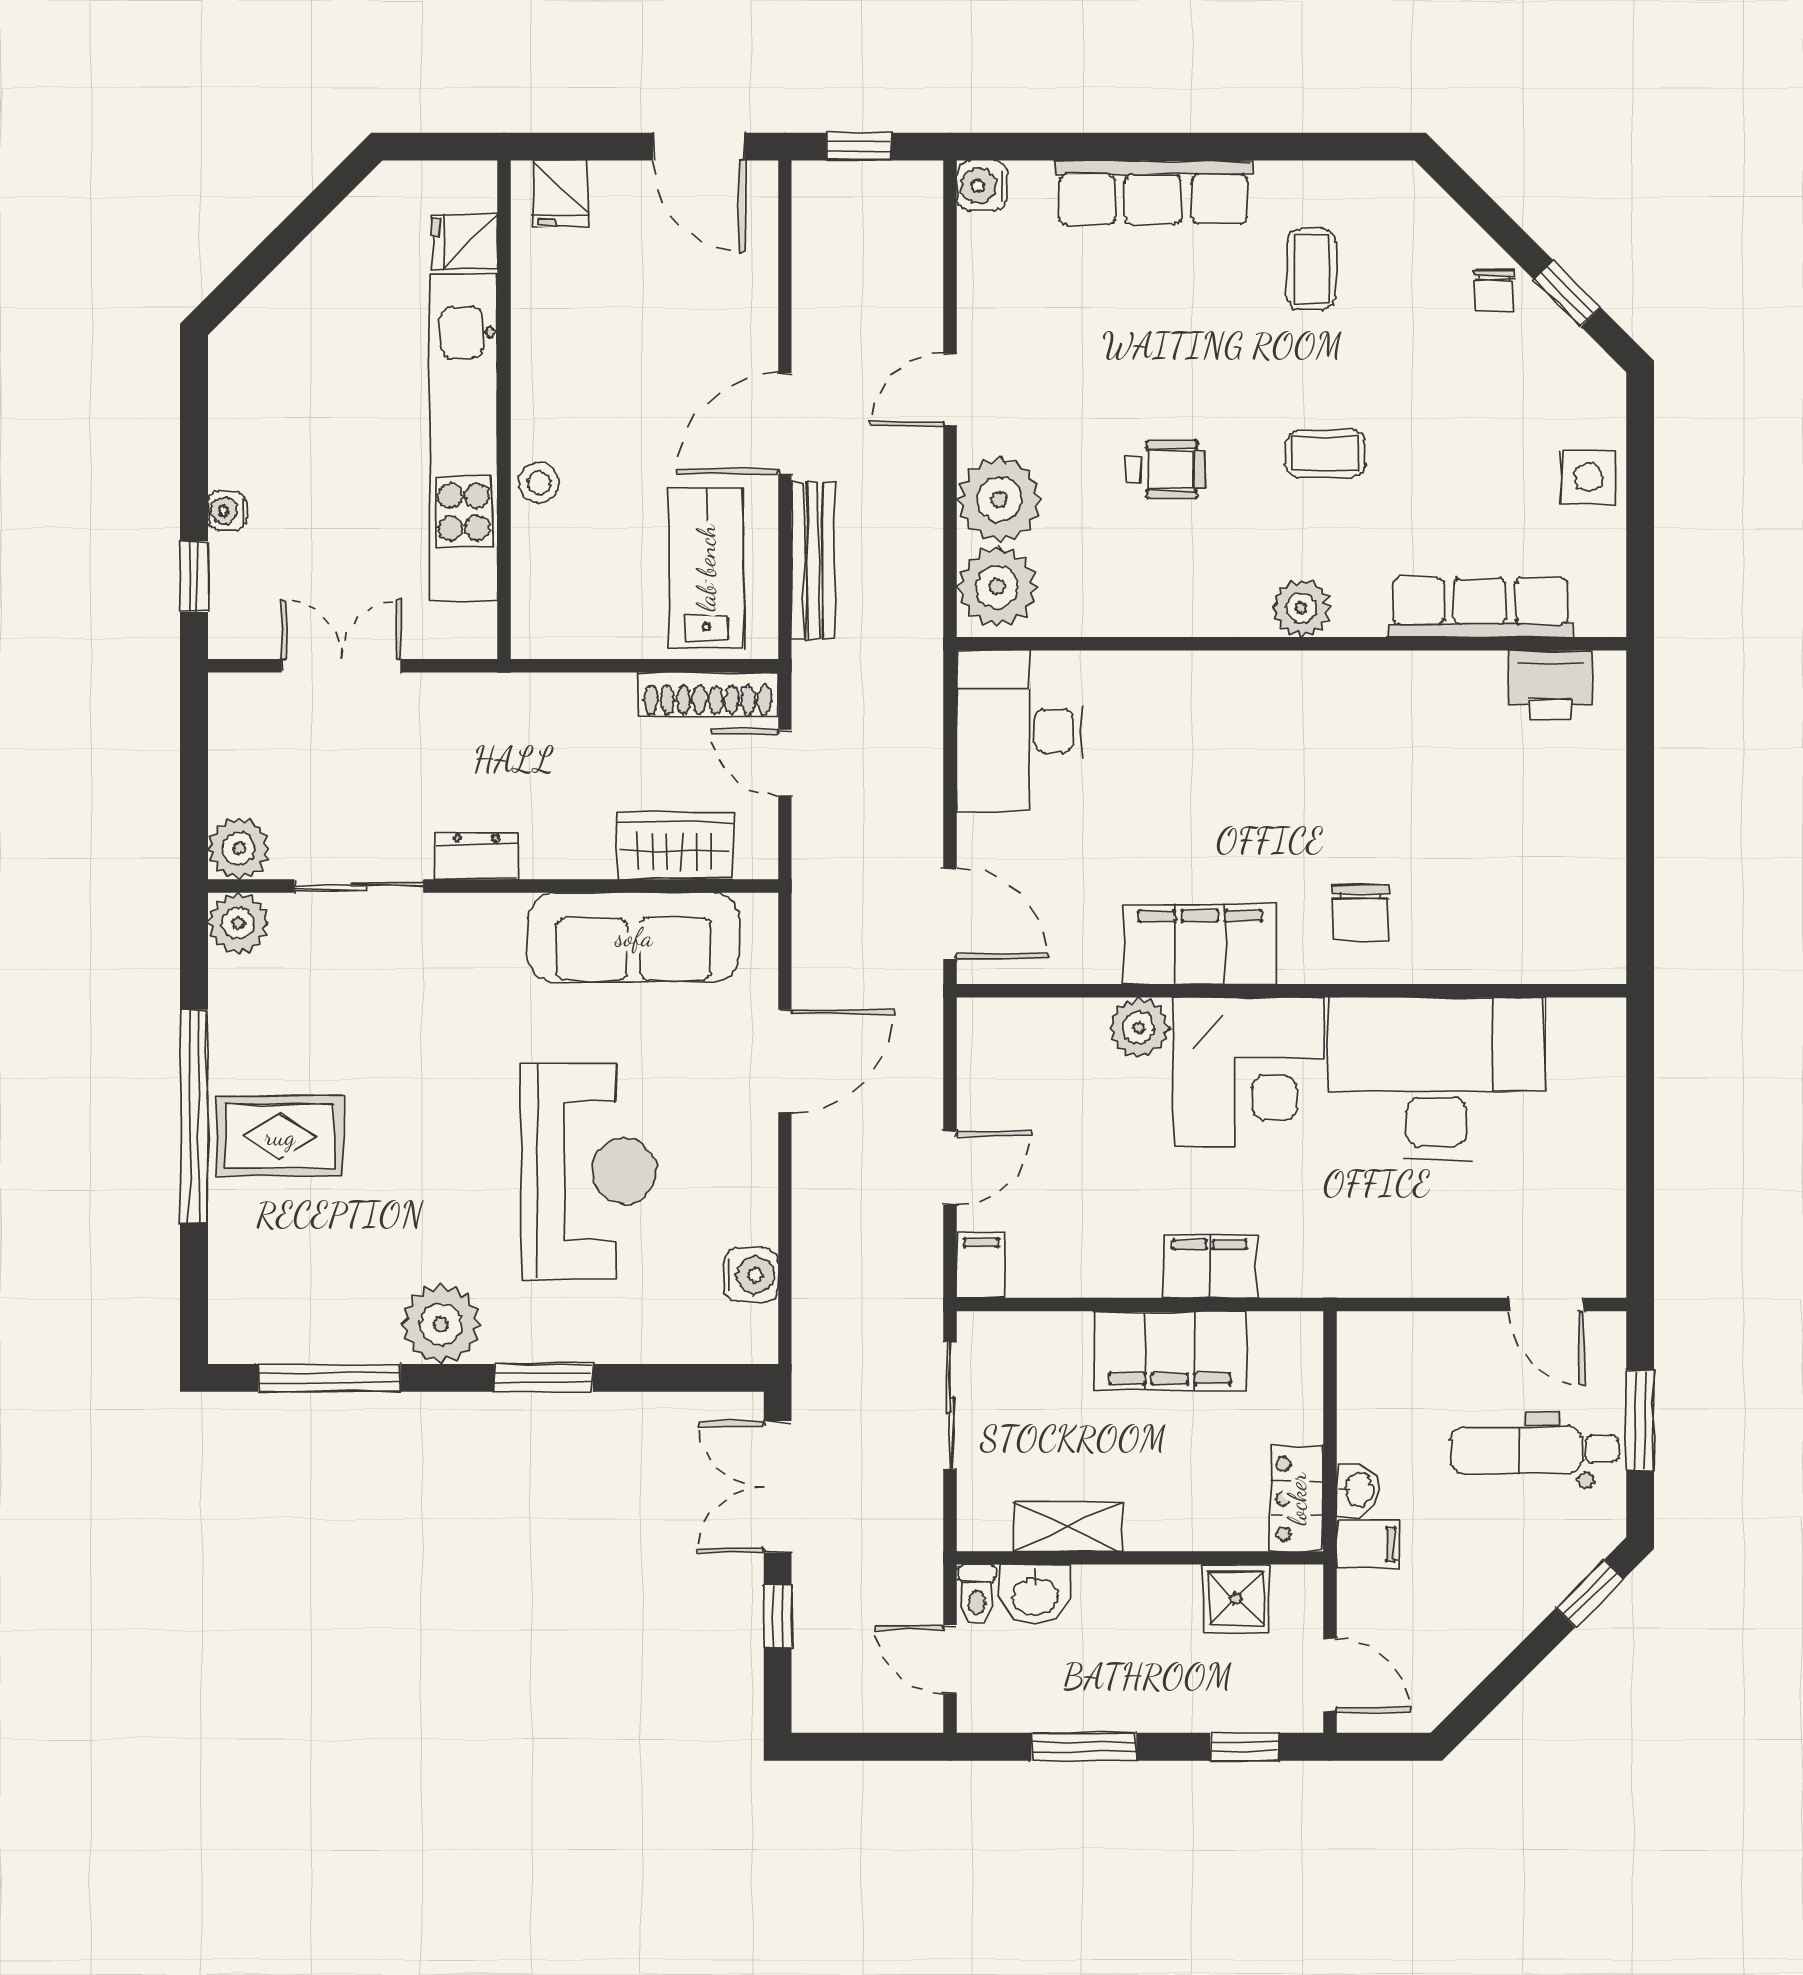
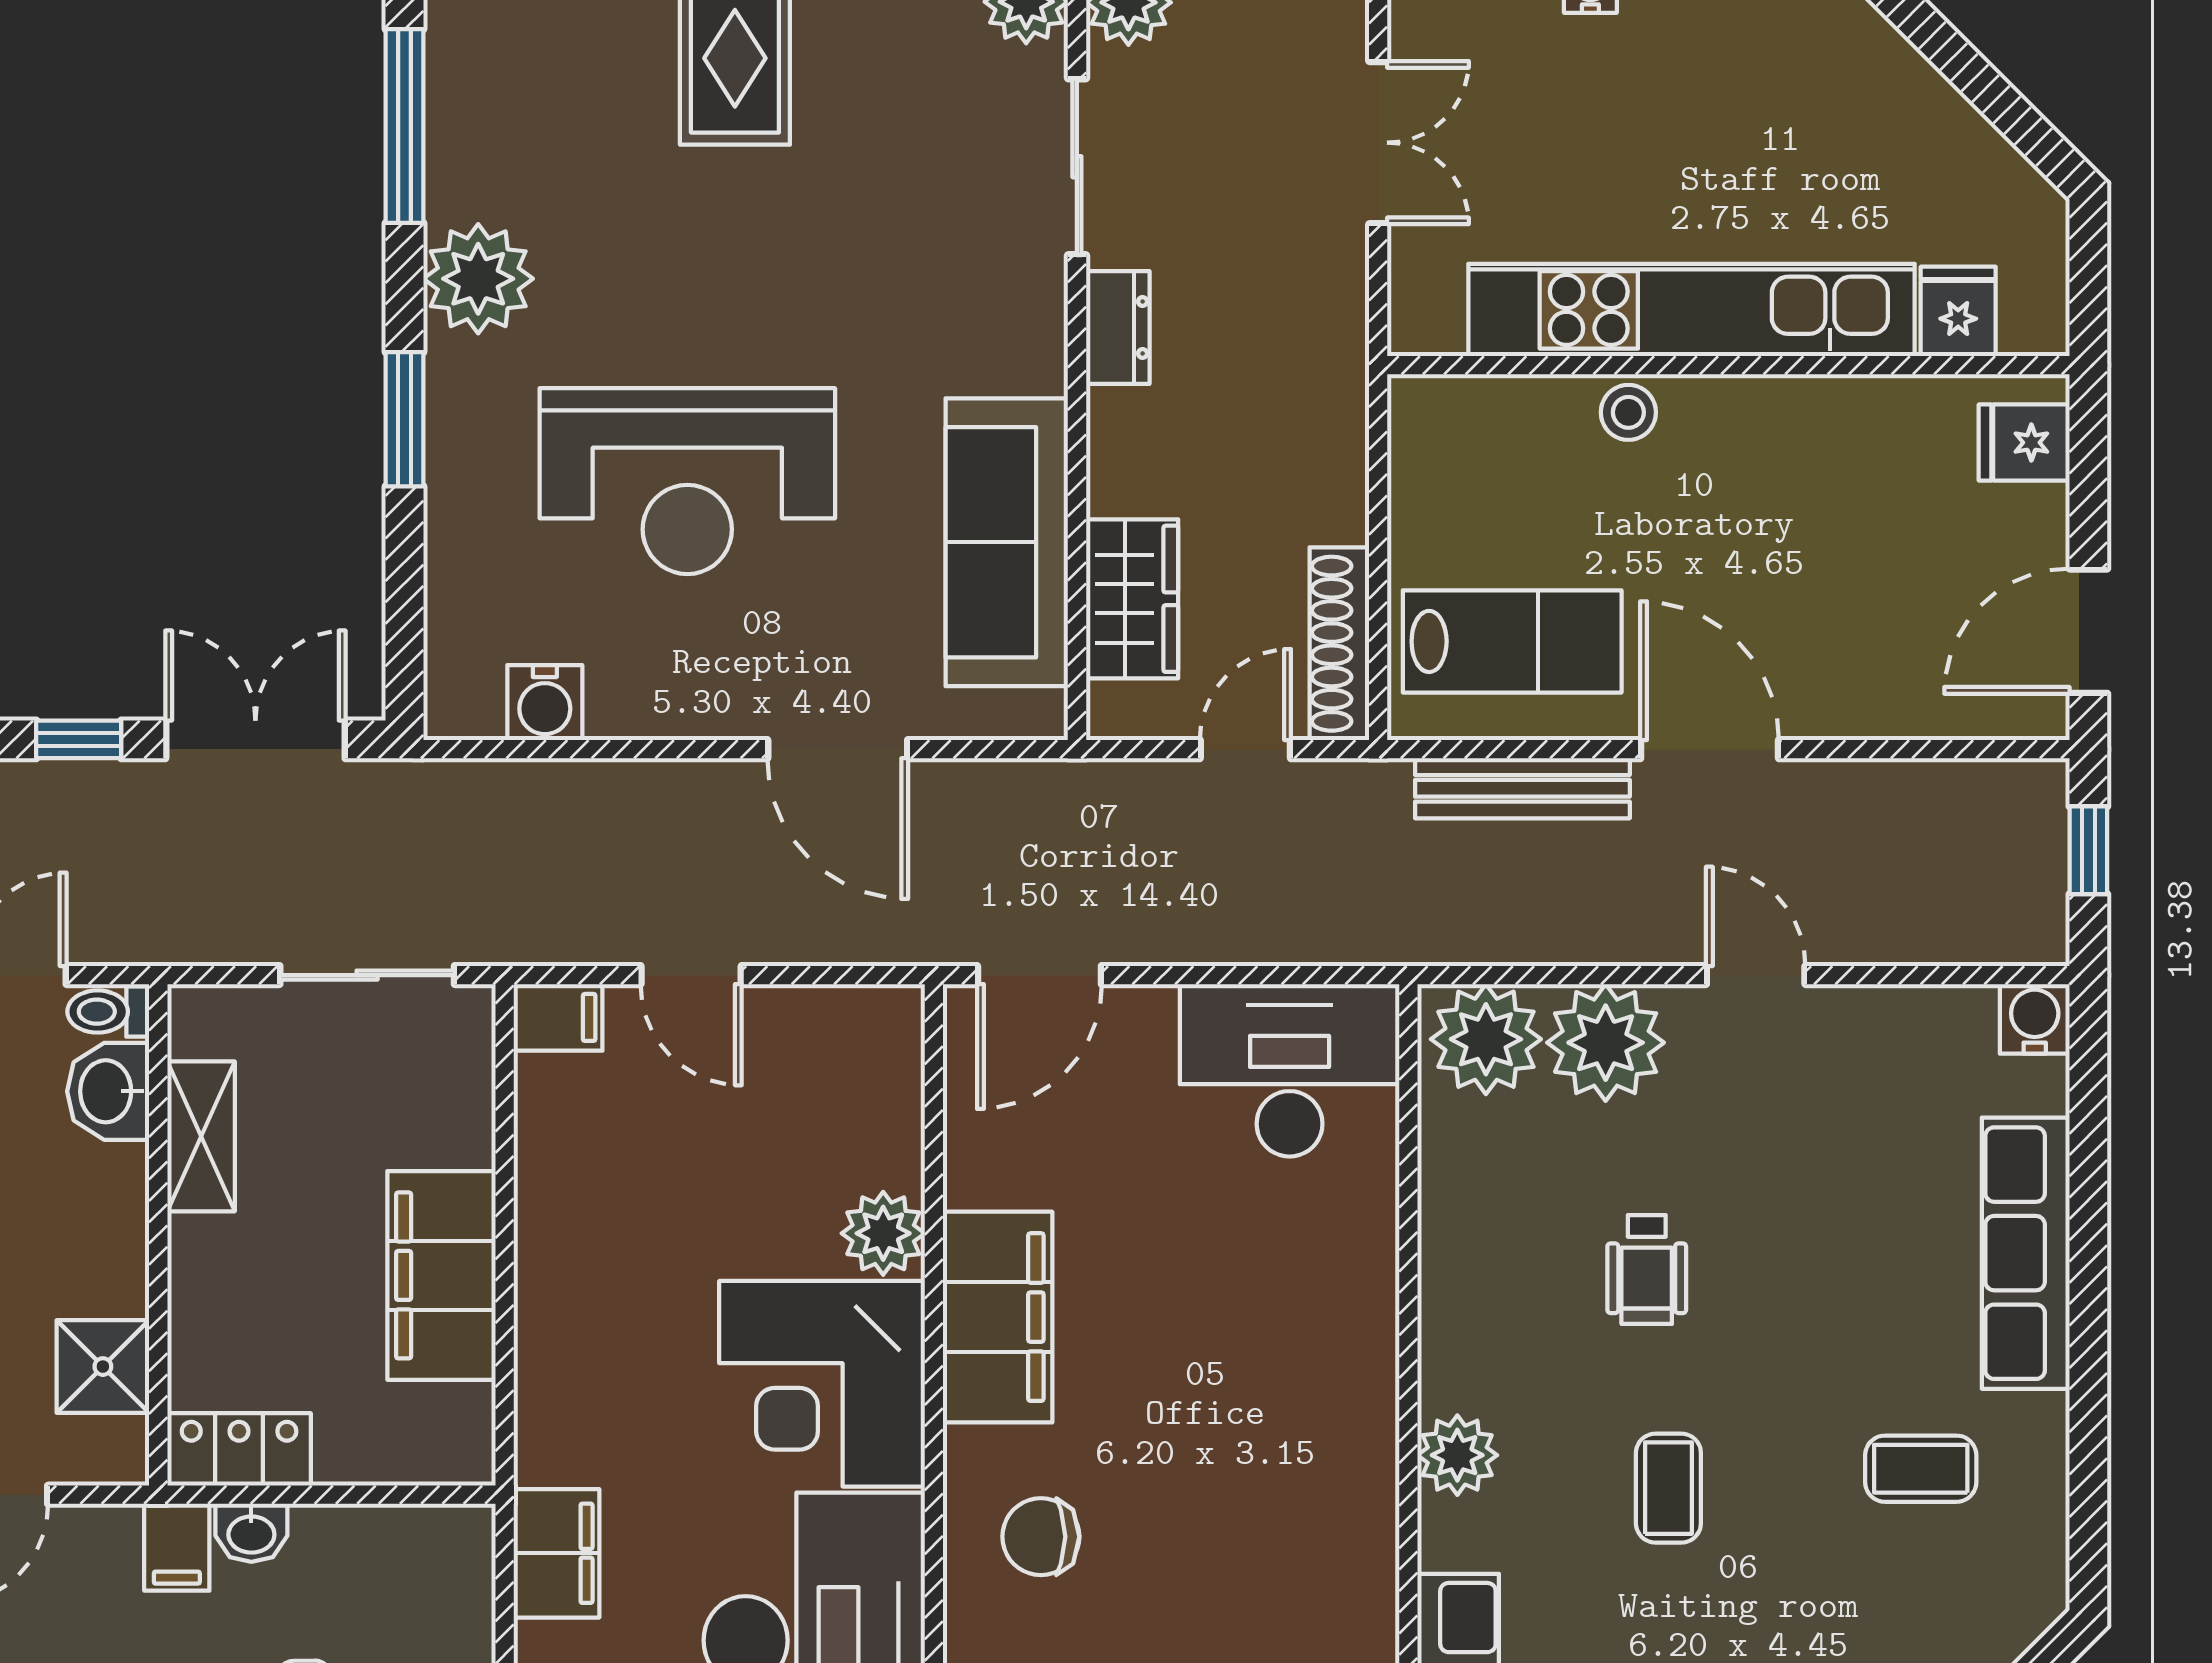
filing cabinet: (1210, 1267) -> (557, 1553), moved

